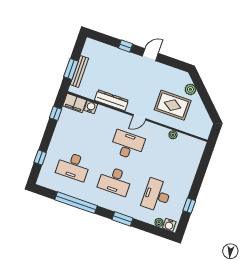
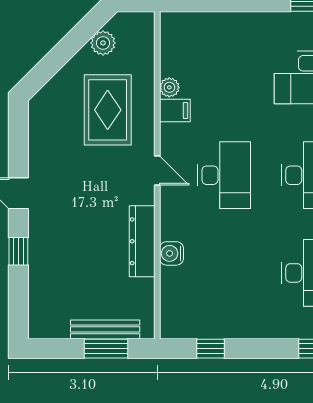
plant: (190, 89) -> (103, 43), moved
filing cabinet: (75, 103) -> (175, 111), moved, width x0.50
water cooler: (91, 107) -> (171, 253), moved
desk: (127, 145) -> (224, 175), turned 180

